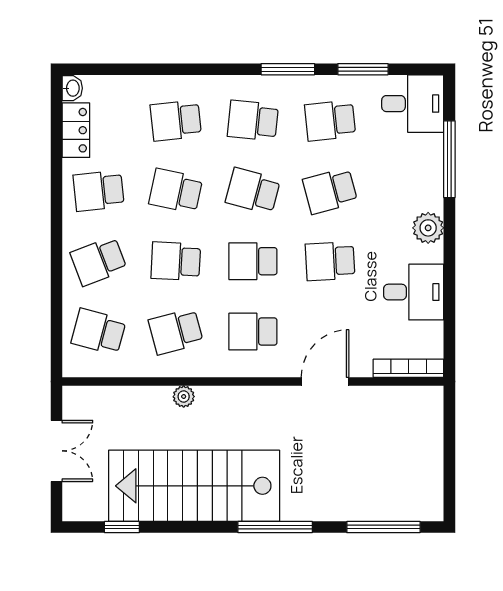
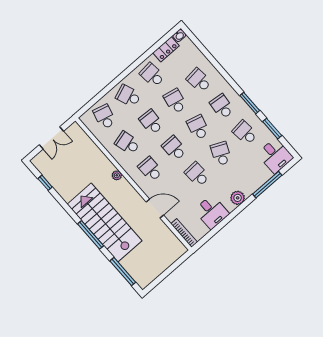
school desk: (330, 191) -> (221, 154), turned 39
plant: (184, 397) -> (117, 175), moved
stairs: (194, 486) -> (105, 223), moved

